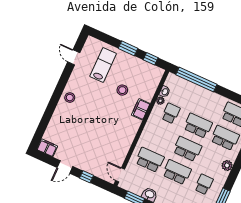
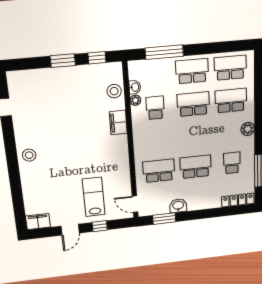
lab bench: (103, 65) -> (94, 197), moved
window: (196, 79) -> (164, 52), width x0.68
stool: (122, 90) -> (114, 91), moved
school desk: (187, 149) -> (192, 71), moved

